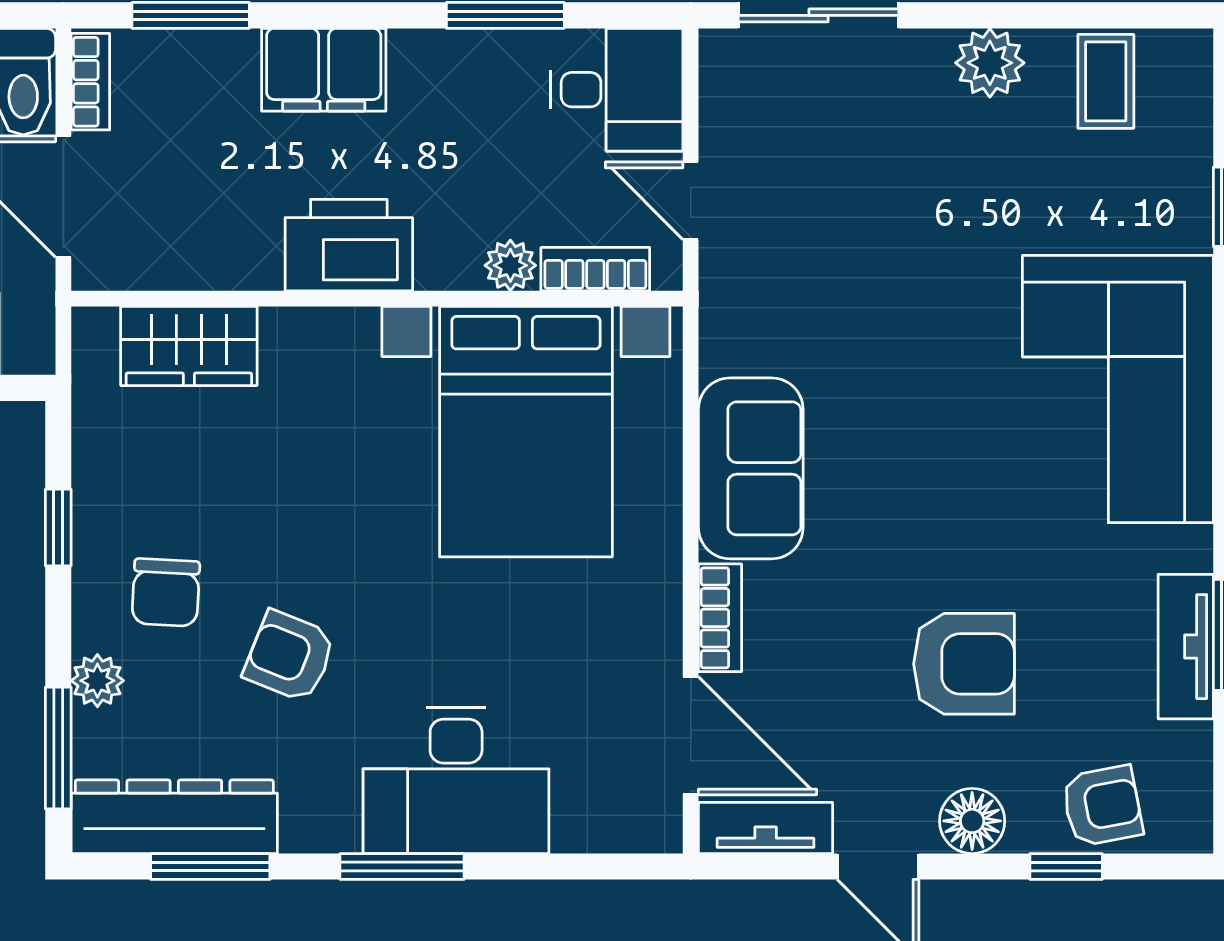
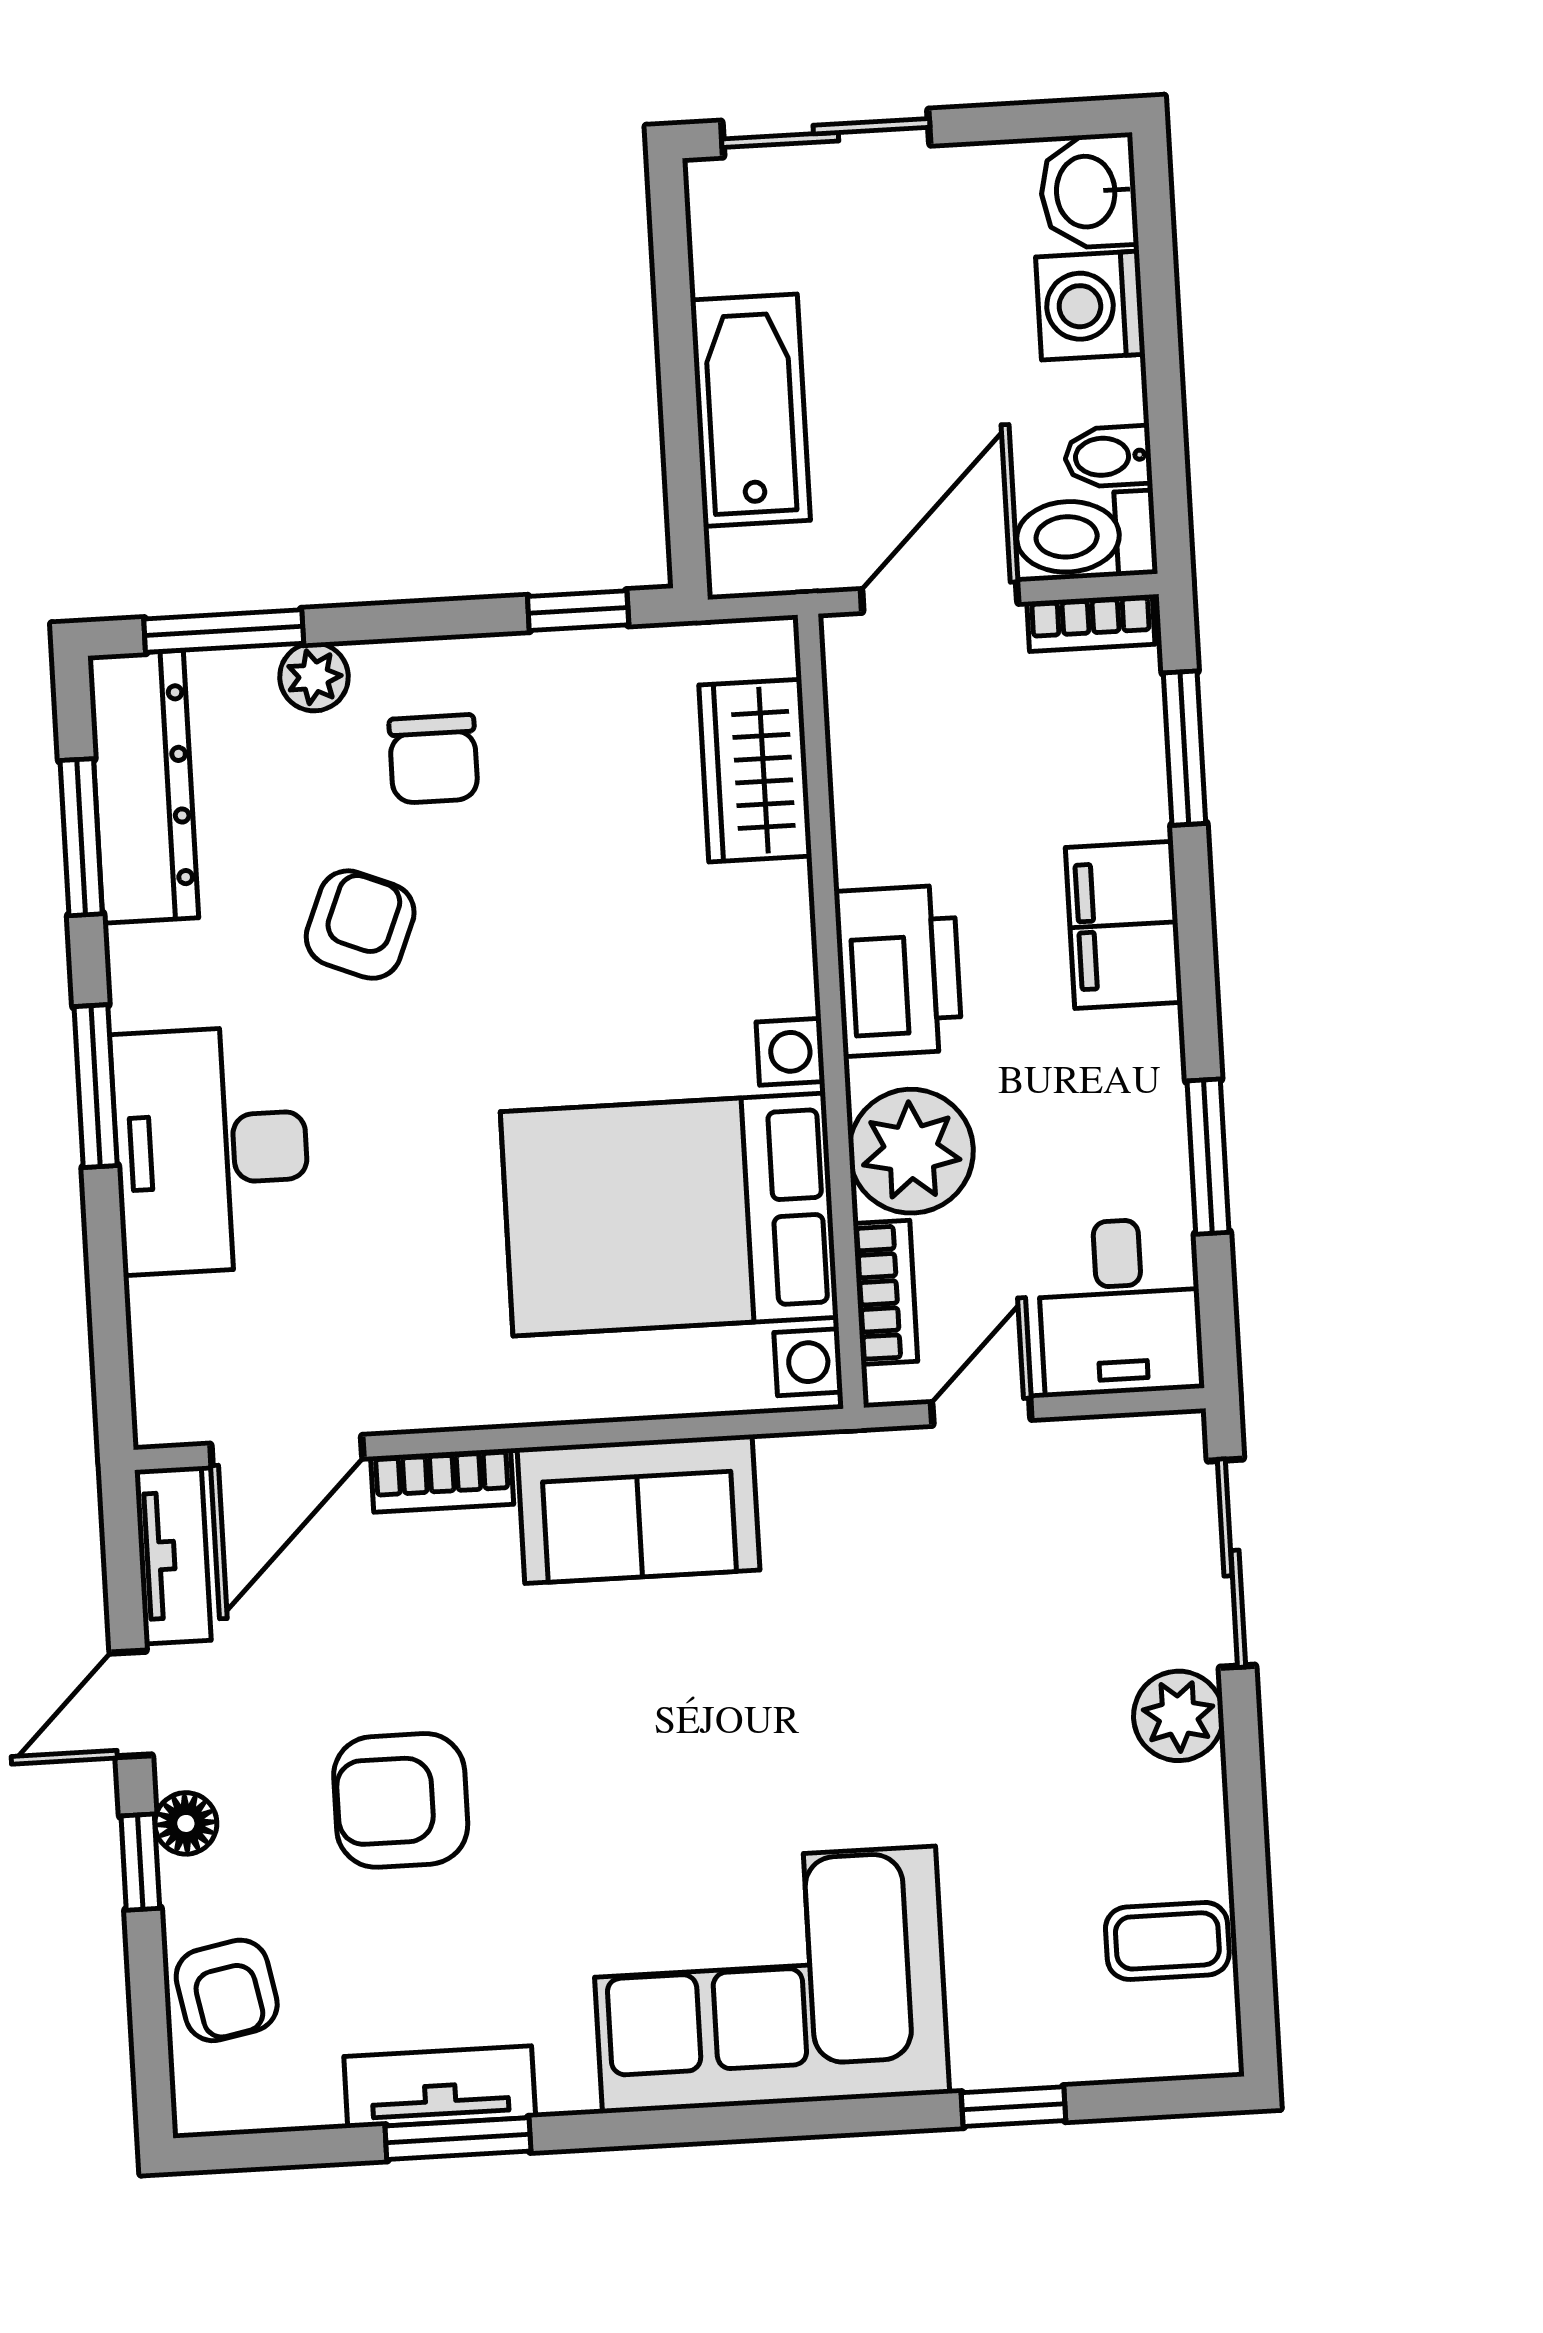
plant: (990, 63) -> (1178, 1716), moved
plant: (510, 265) -> (911, 1151), width x1.87, depth x1.87
window: (58, 528) -> (578, 611), moved
chair: (166, 593) -> (433, 759), turned -93
armchair: (964, 664) -> (401, 1800), turned 90
floor lamp: (972, 821) -> (186, 1823), width x0.73, depth x0.73
window: (1066, 866) -> (140, 1862), moved

